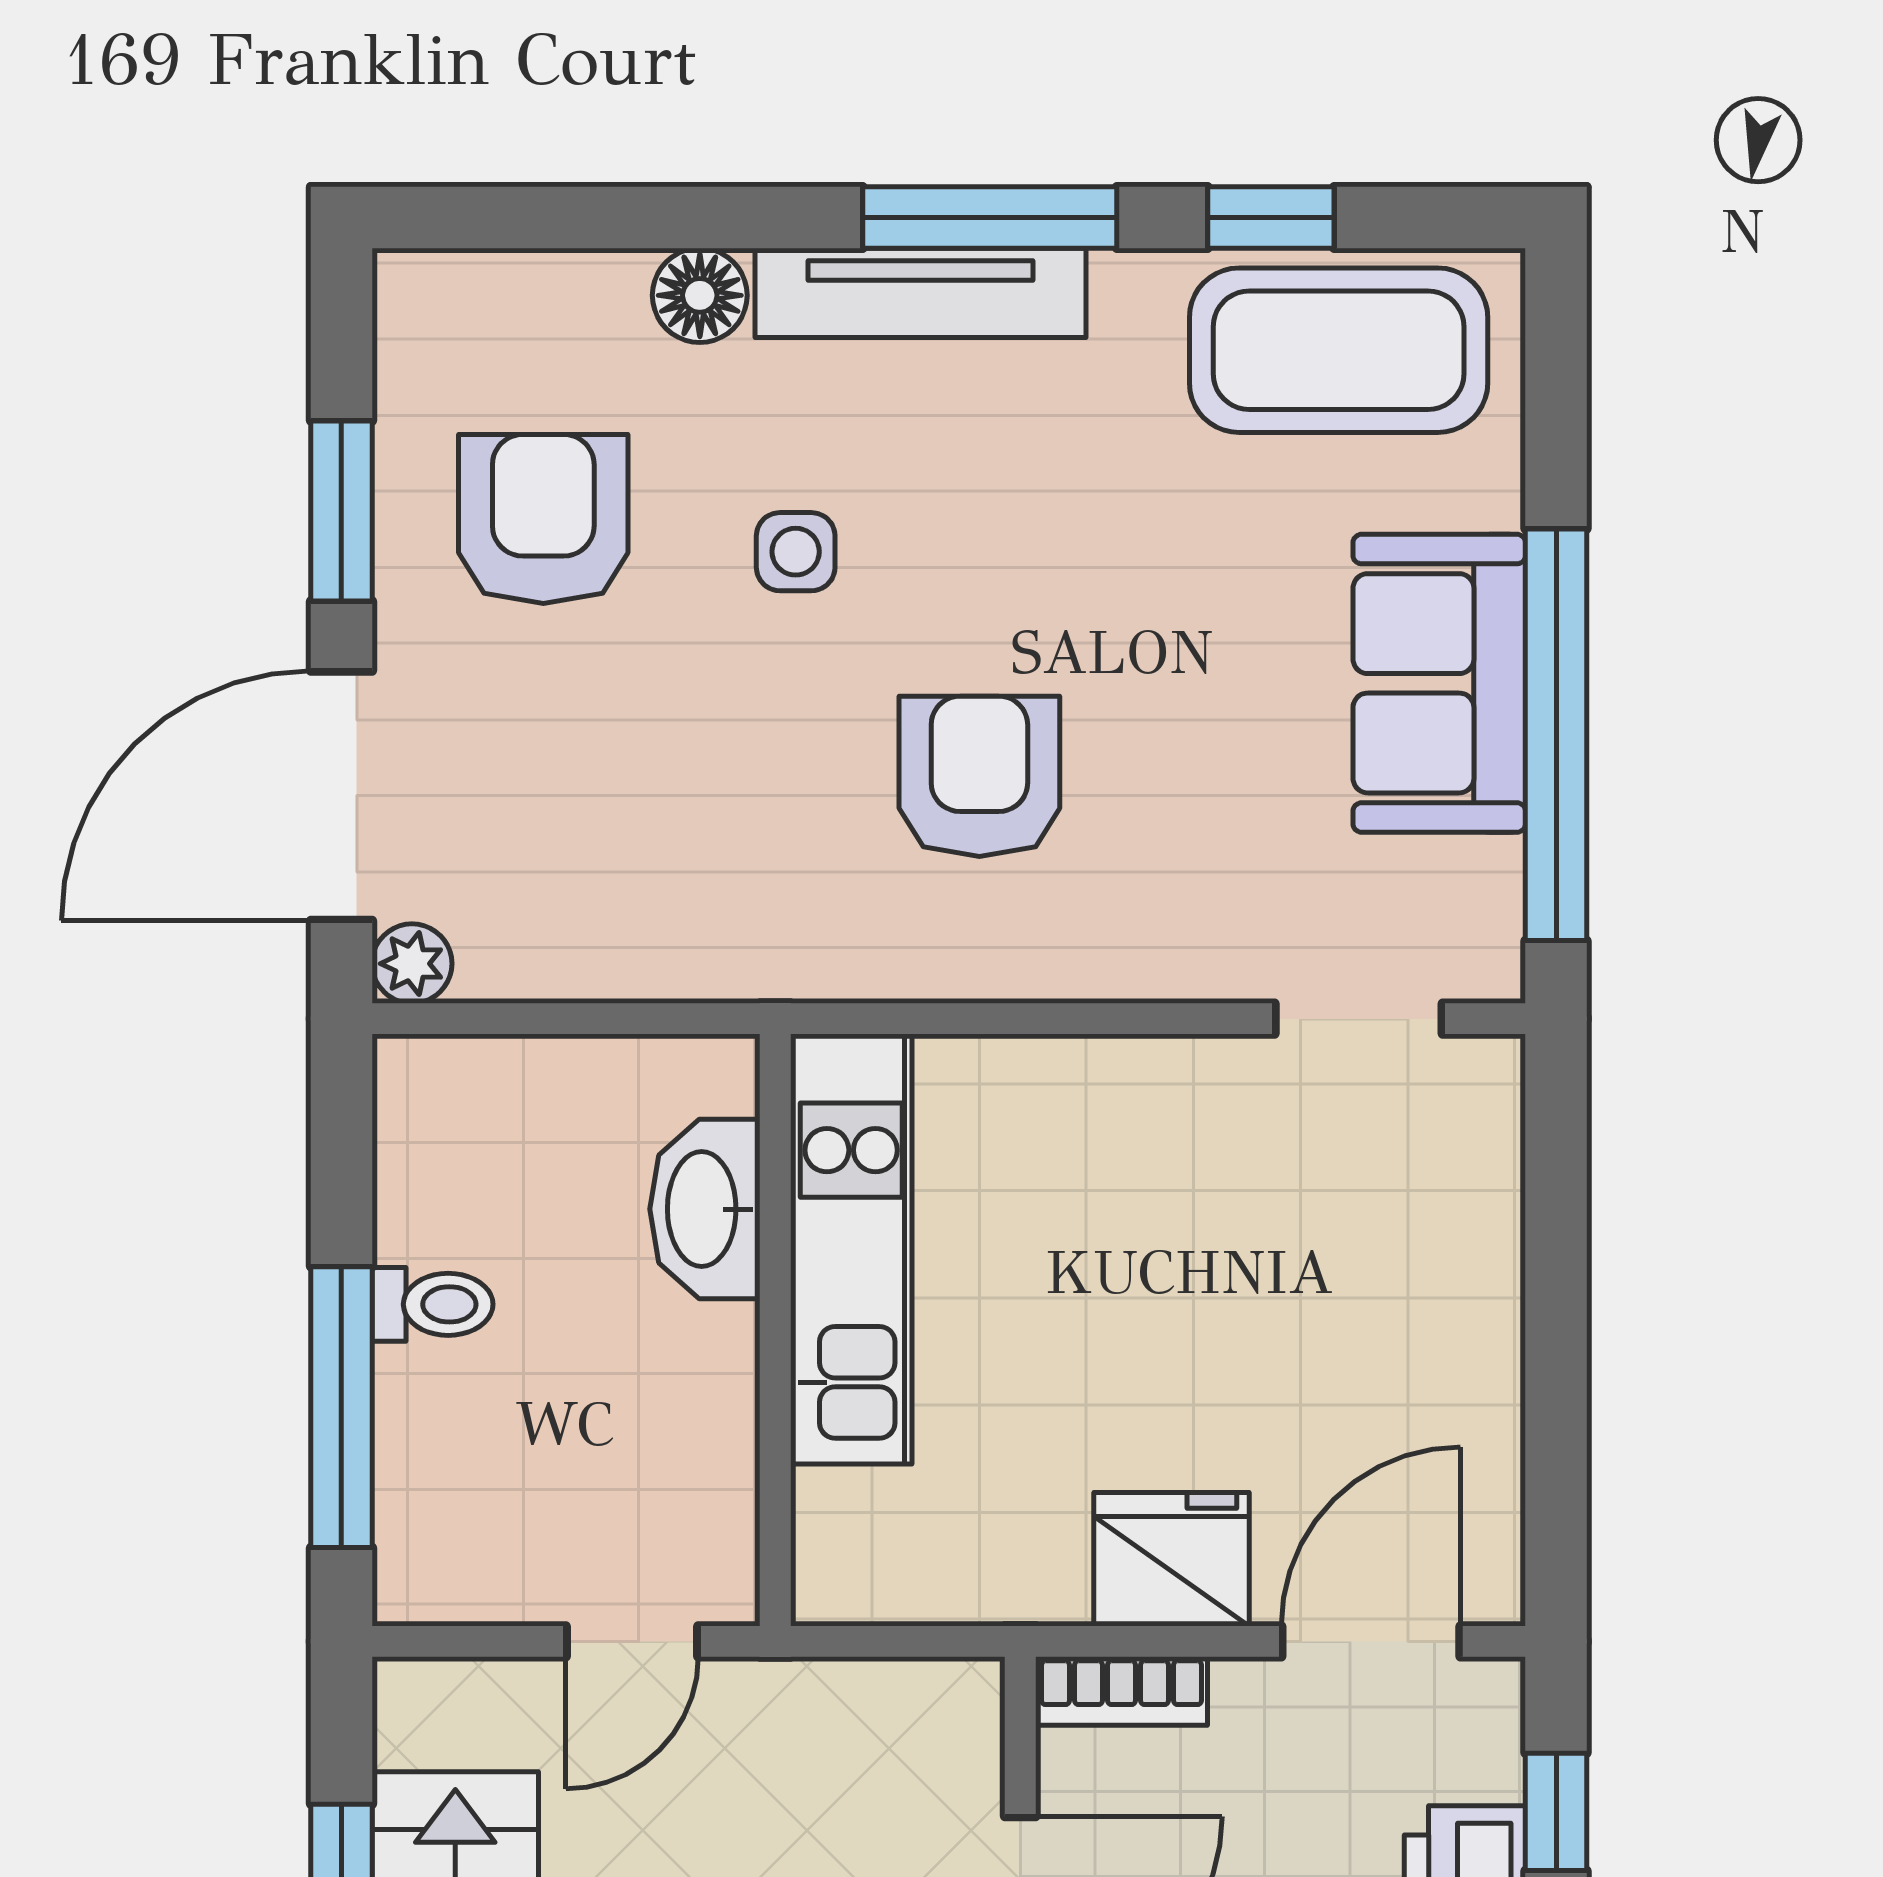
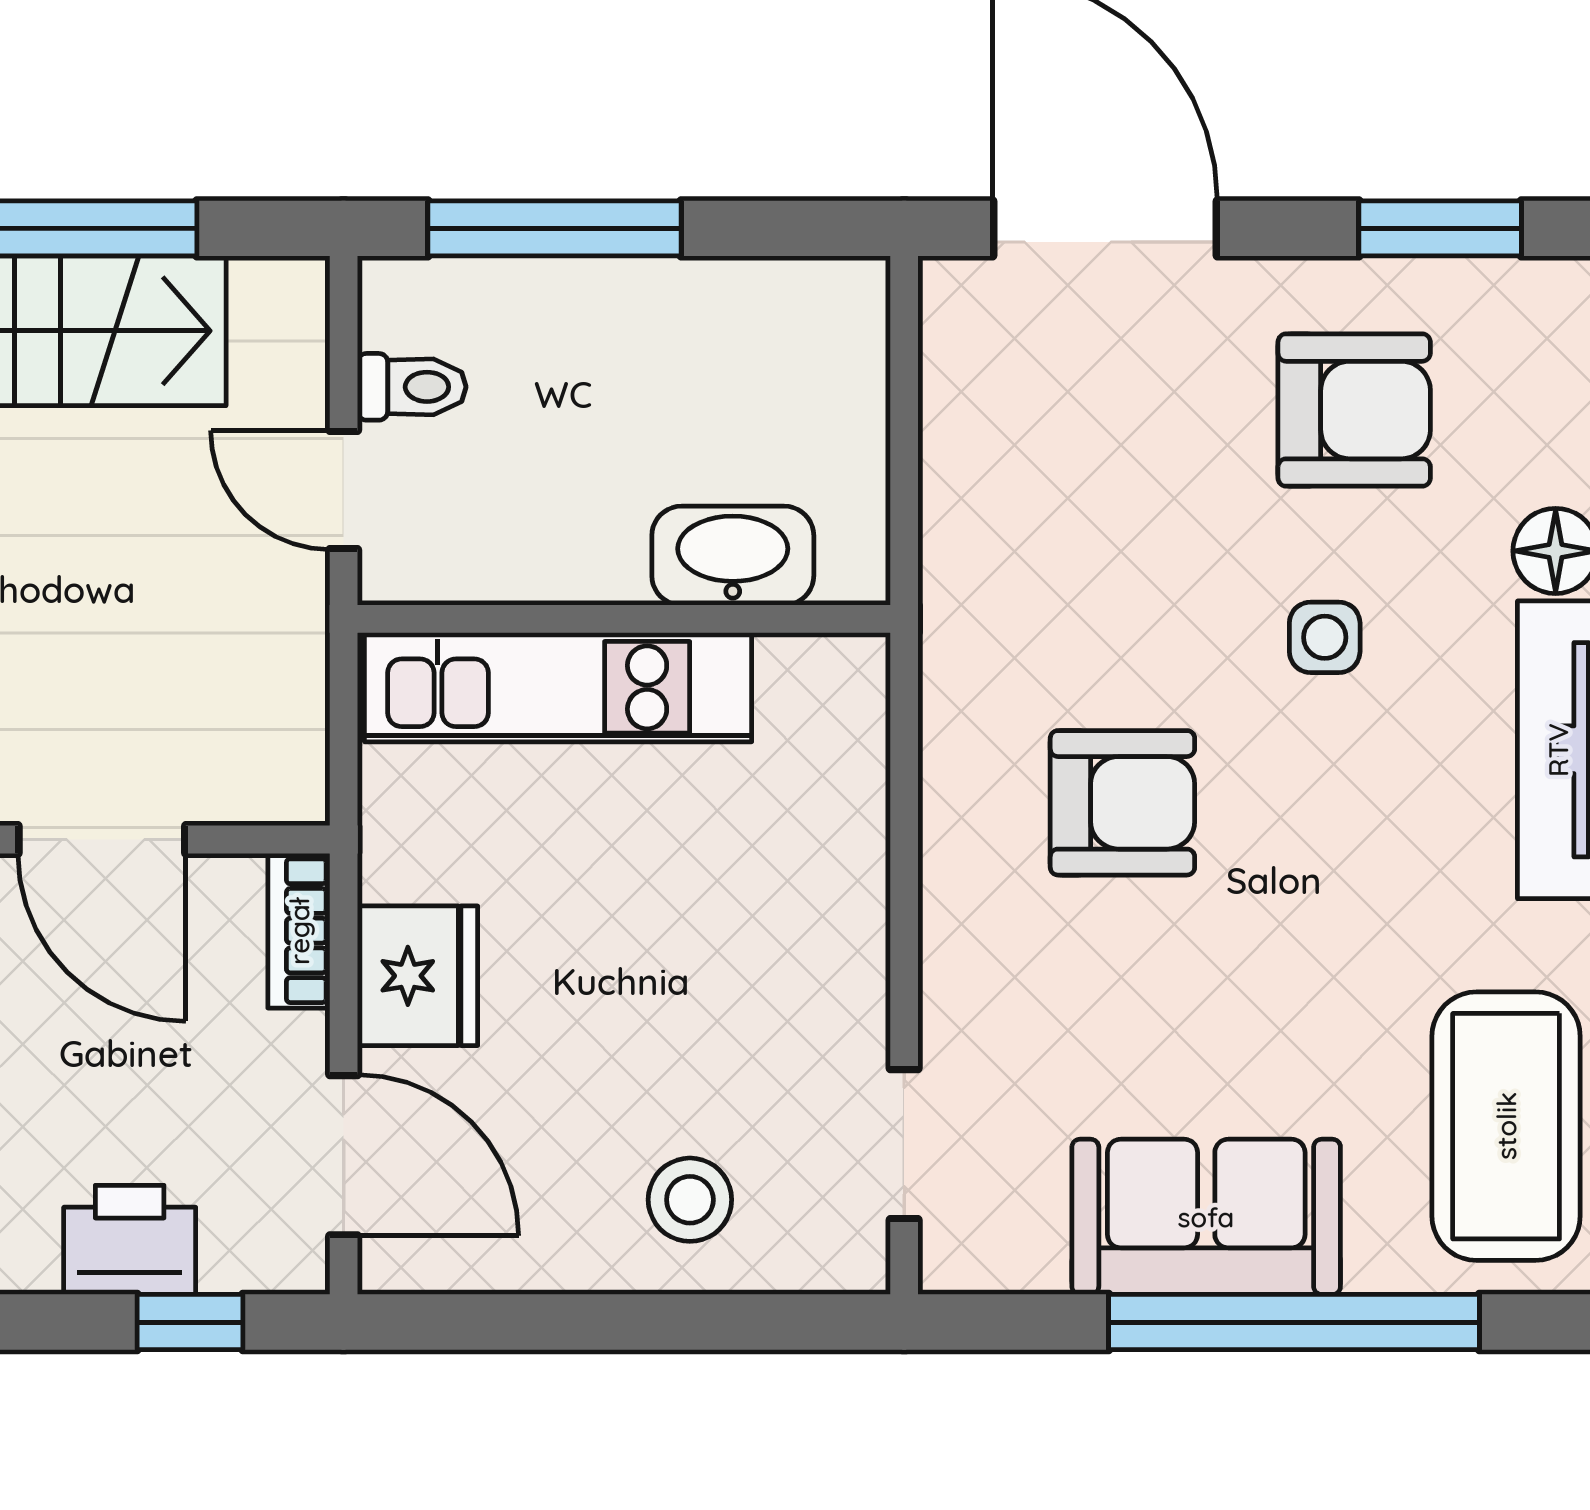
window: (341, 511) -> (1440, 228), moved
window: (1556, 735) -> (1294, 1322), moved
plant: (412, 964) -> (954, 292), removed
kitchen unit: (851, 1249) -> (558, 687), moved
stool: (1420, 1257) -> (690, 1200), added
toilet: (432, 1304) -> (412, 387), moved, turned -90

